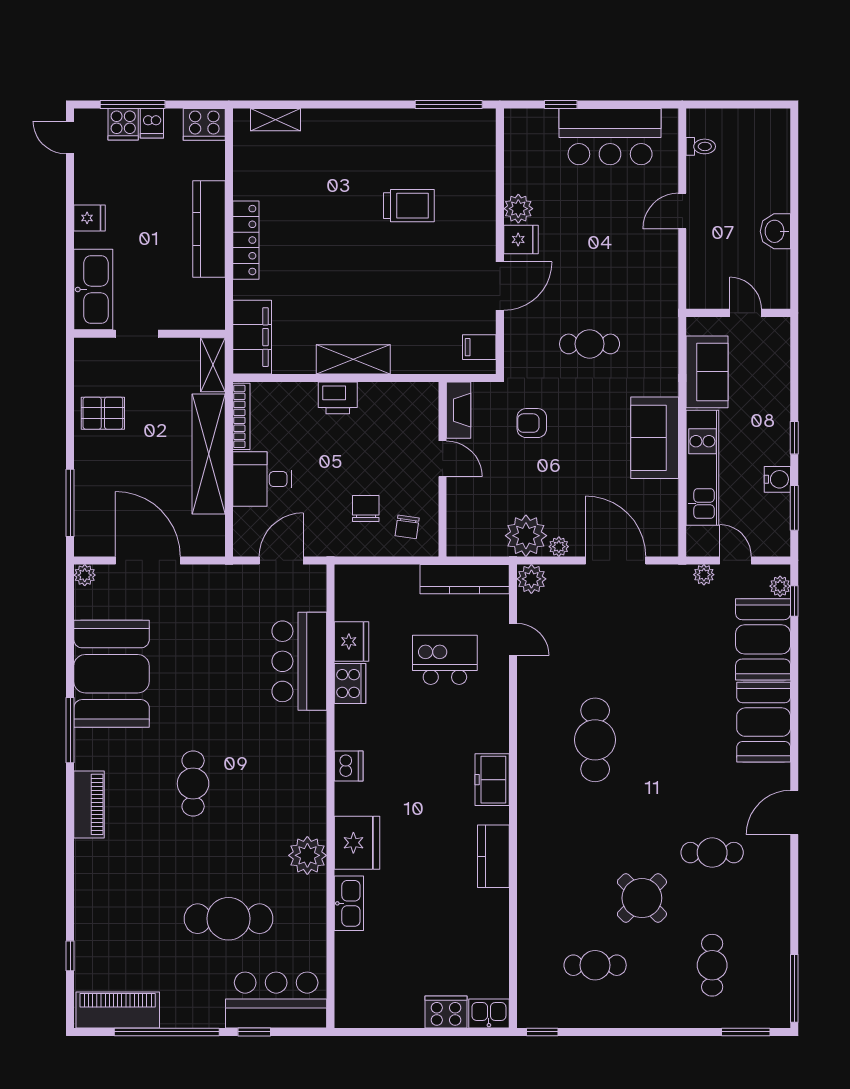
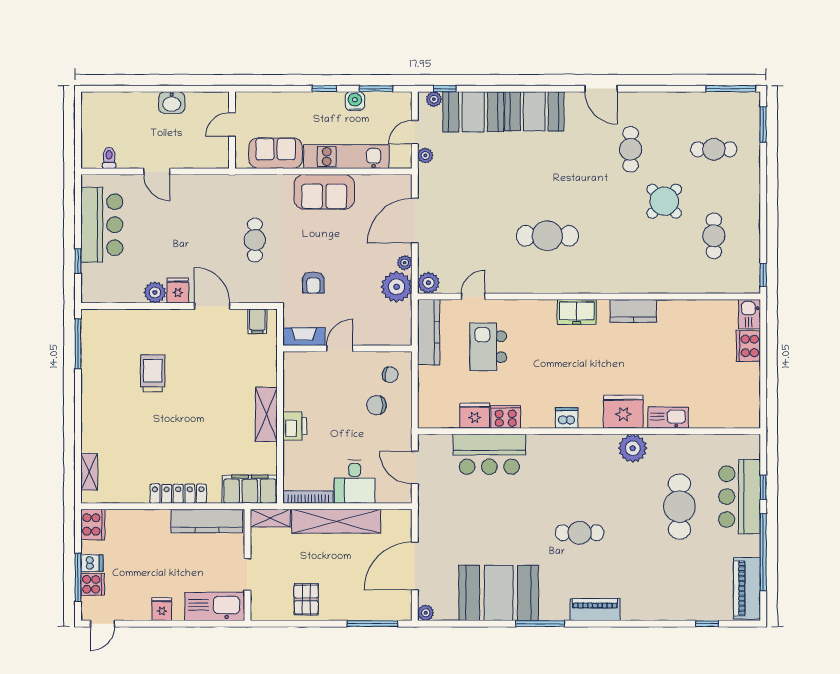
kitchen counter: (209, 229) -> (207, 521), moved
bar counter: (276, 1000) -> (740, 497), moved

